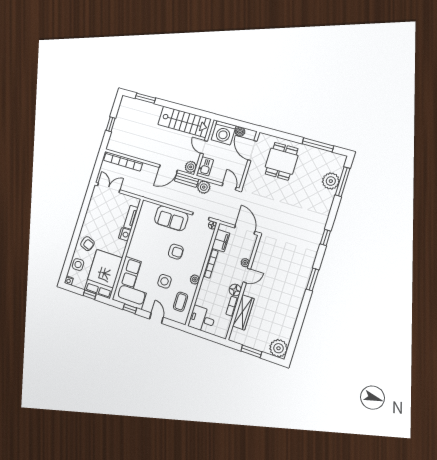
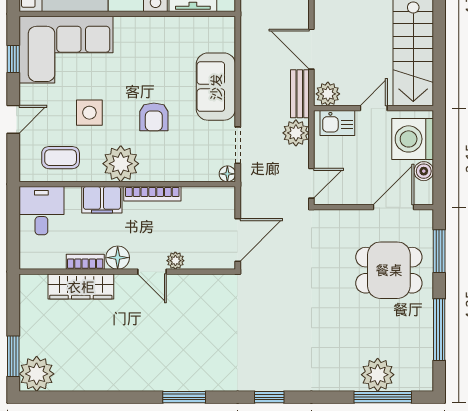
window: (280, 135) -> (439, 251), added
filing cabinet: (221, 241) -> (102, 200), moved
plant: (195, 279) -> (121, 164), width x1.88, depth x1.88
window: (251, 351) -> (13, 356), moved

